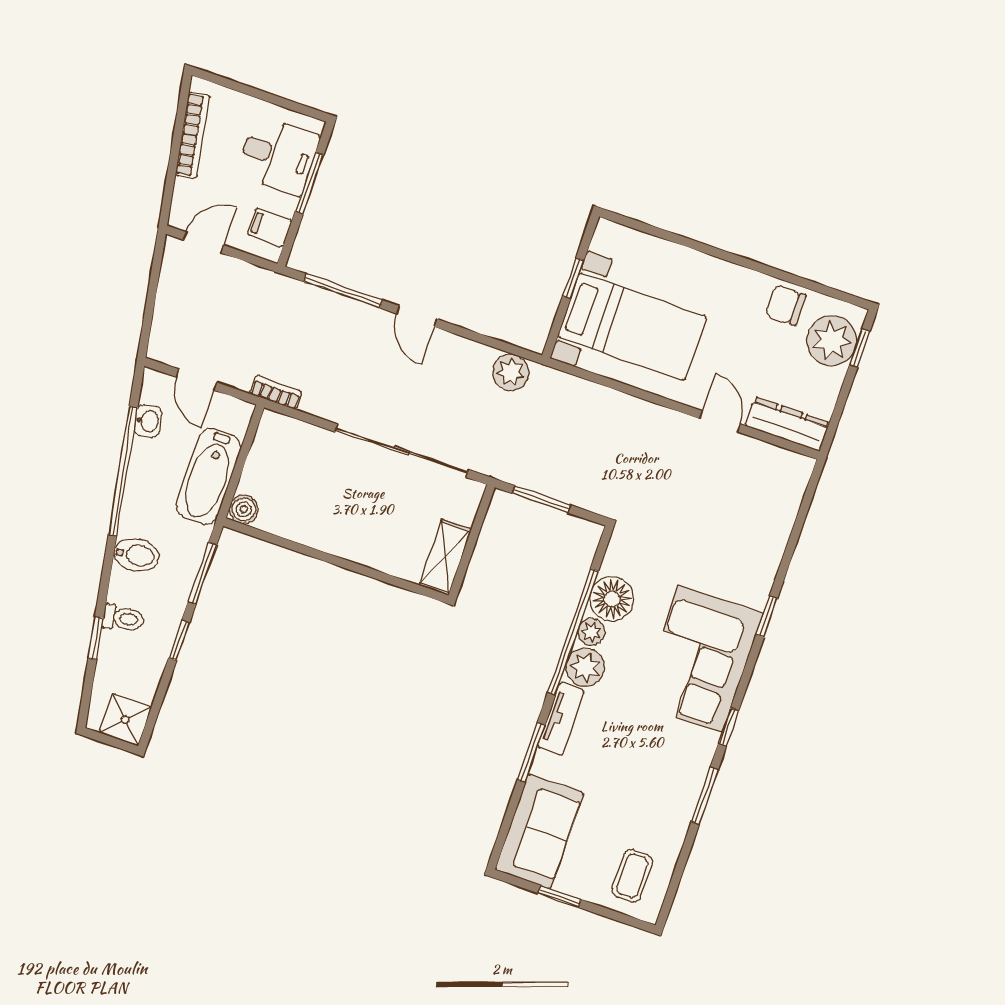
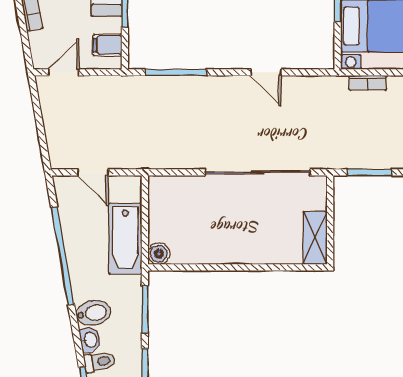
door: (417, 316) -> (266, 72), moved
plant: (511, 372) -> (316, 89), removed
bookcase: (276, 392) -> (368, 83), moved, turned 180
washbasin: (148, 421) -> (90, 340), moved

